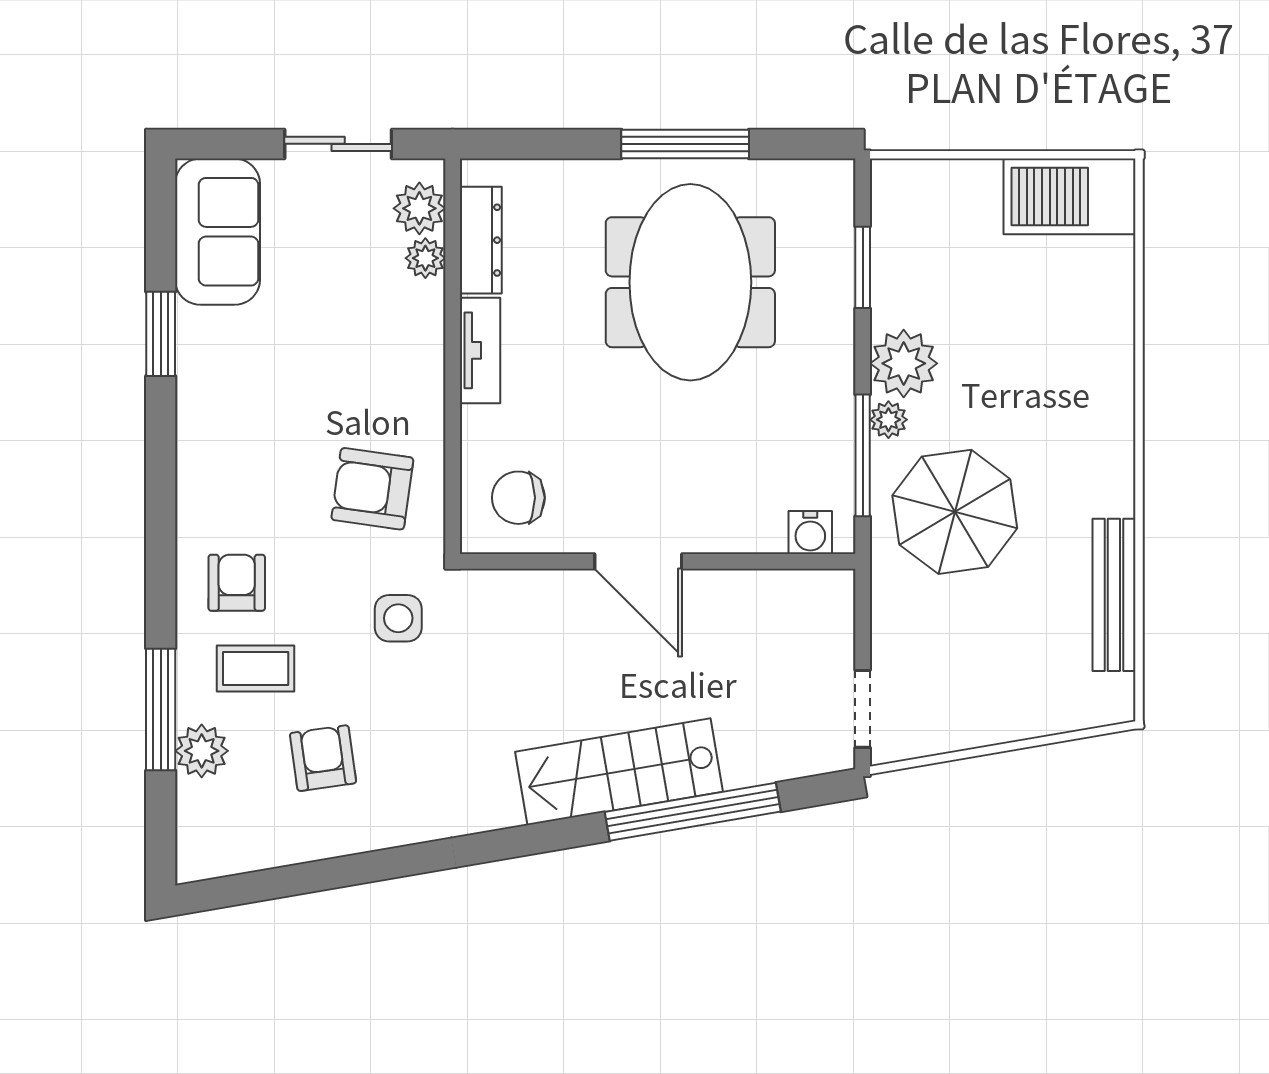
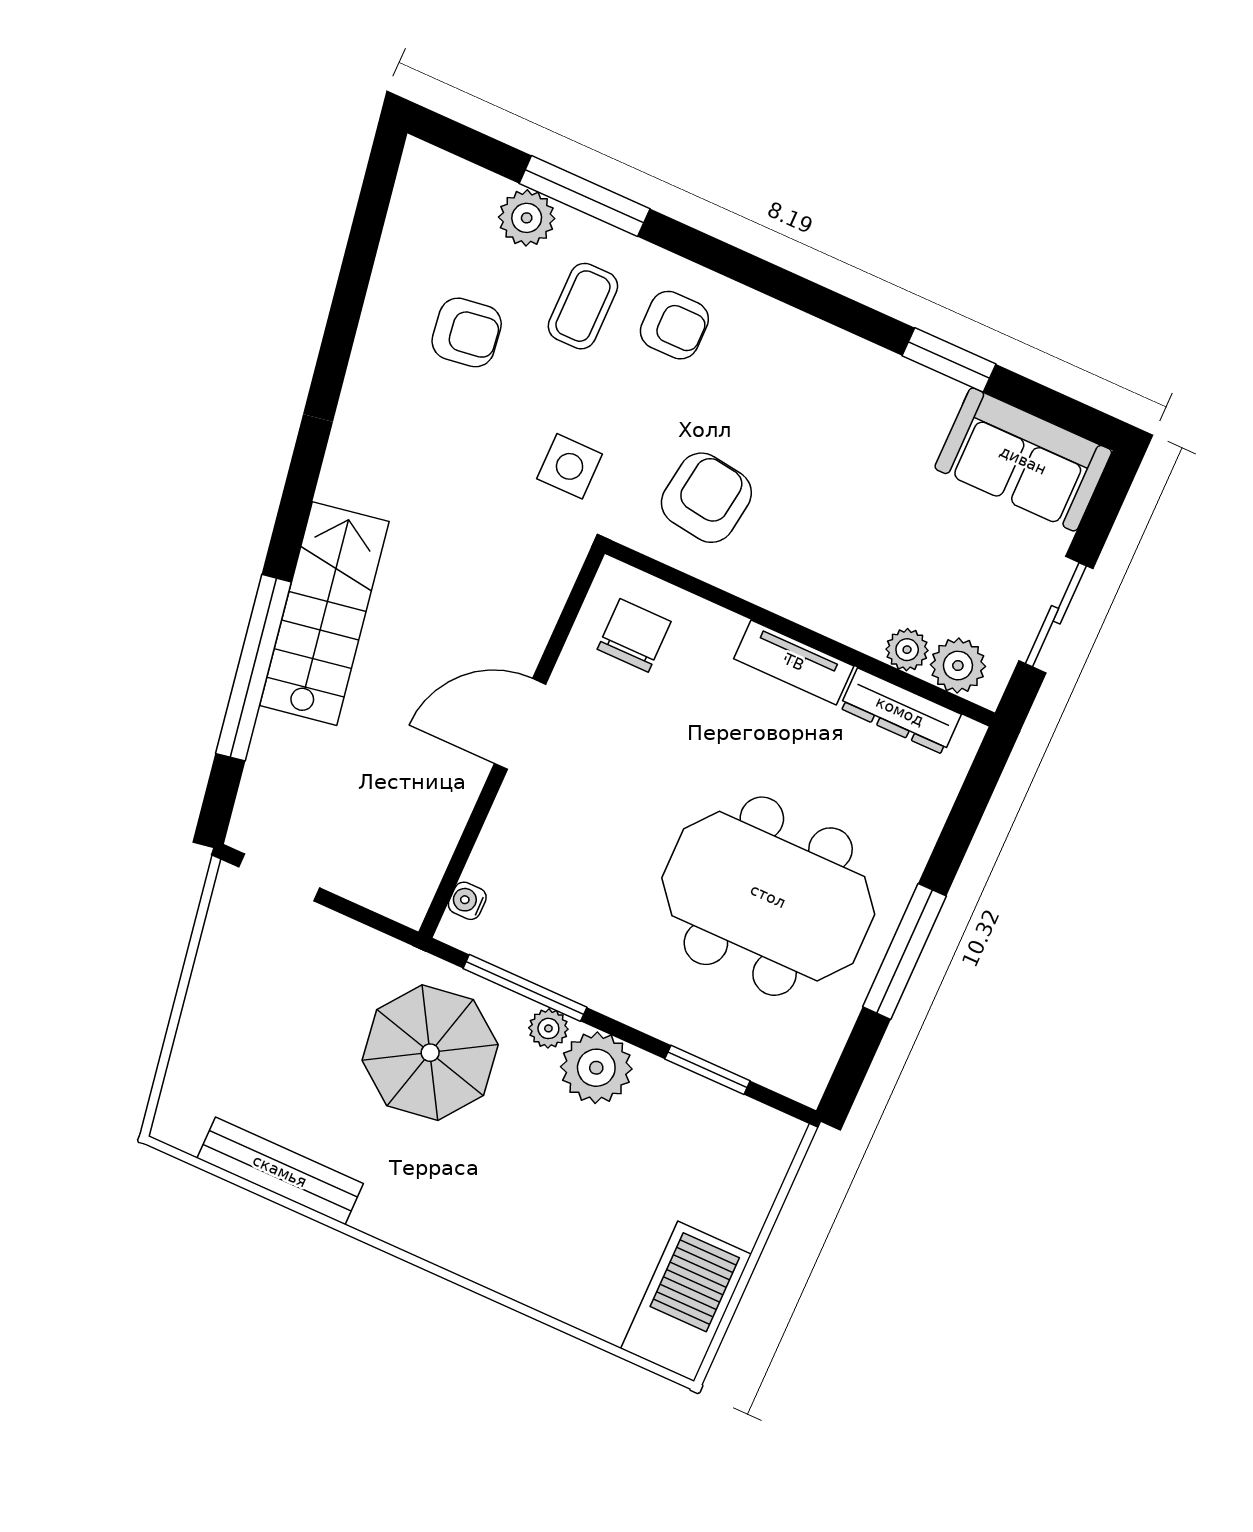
water cooler: (810, 533) -> (467, 901), width x0.72, depth x0.72

